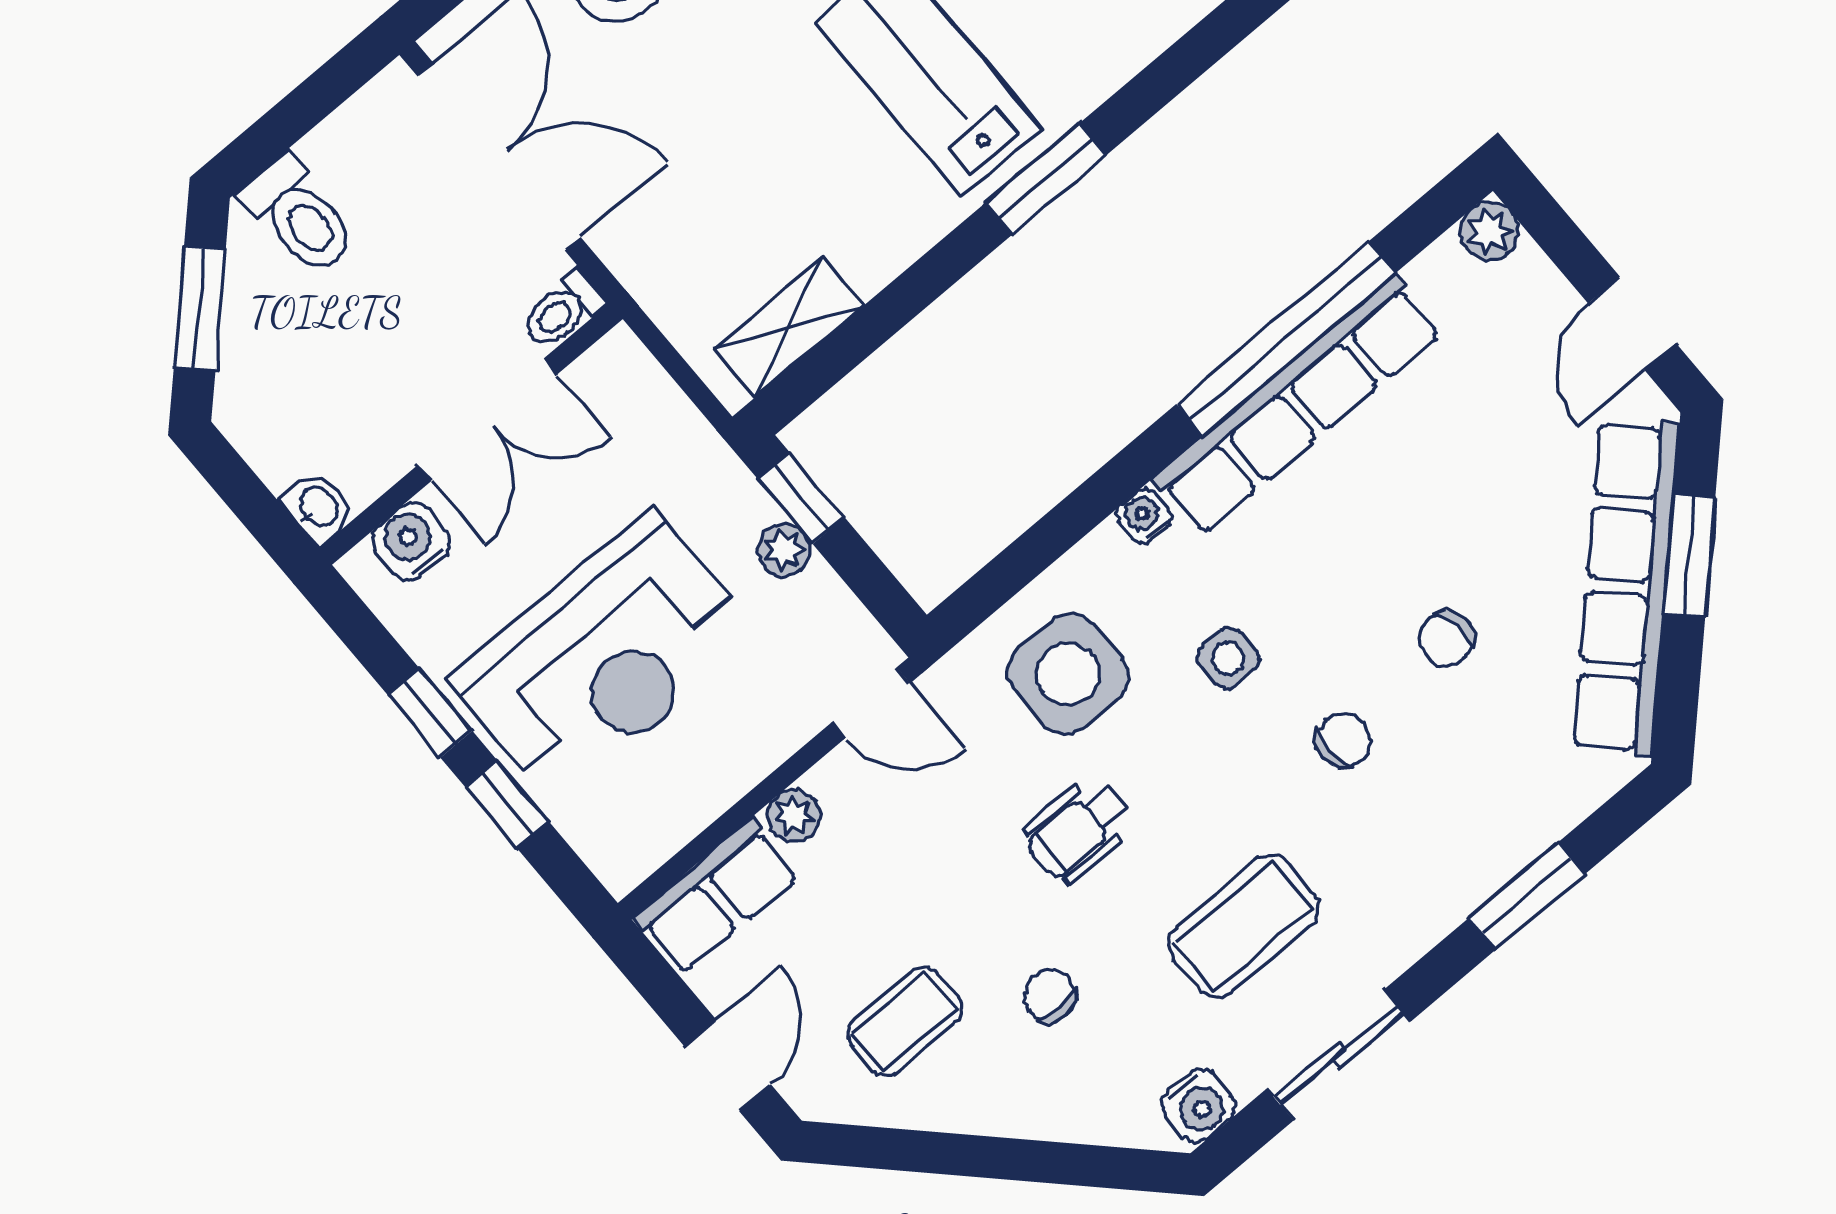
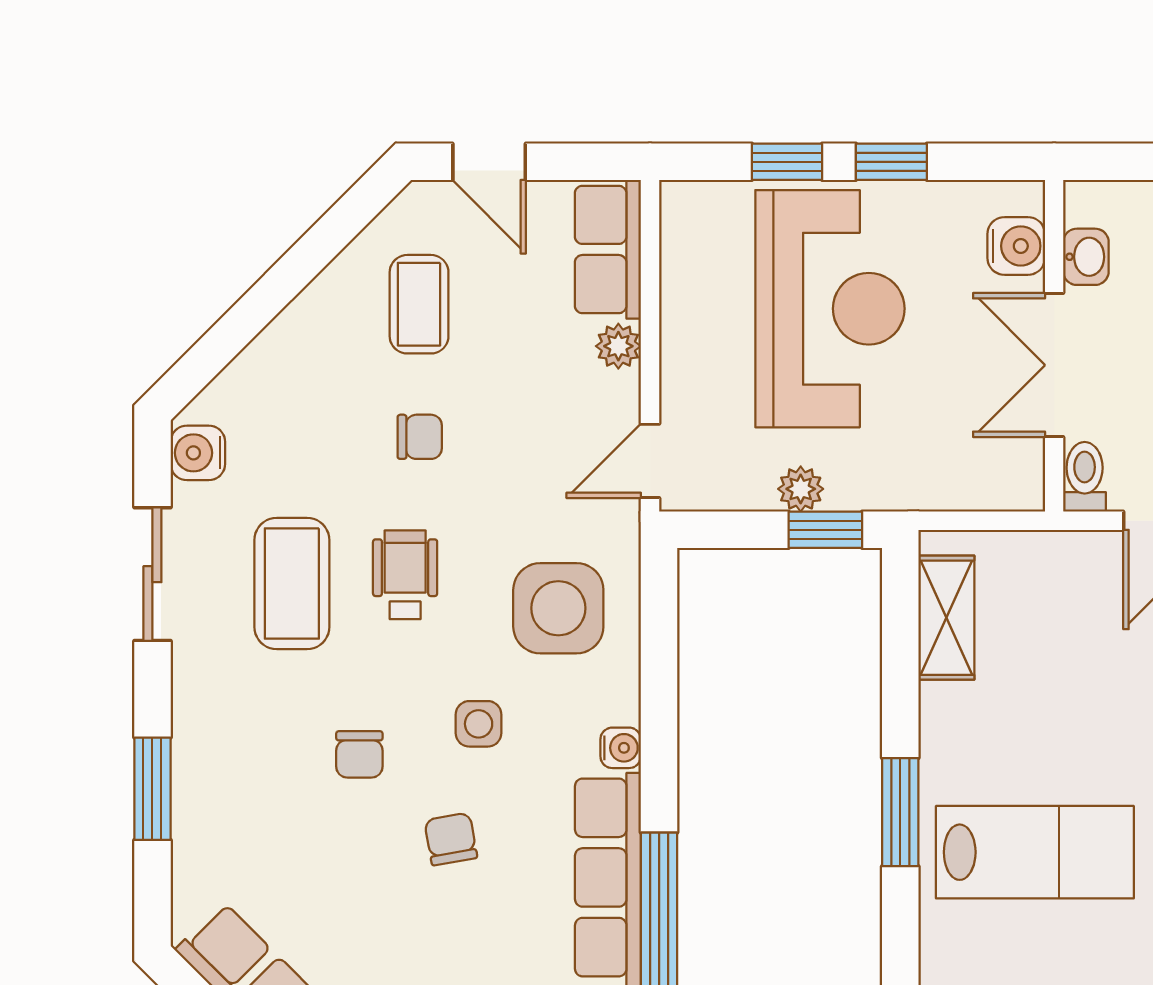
window: (1046, 179) -> (900, 812), moved
washbasin: (318, 507) -> (1086, 257), moved, turned -90
chair: (1446, 639) -> (451, 839), moved
reception desk: (604, 658) -> (830, 309), turned 180
wheelchair: (1079, 830) -> (405, 575), moved
chair: (1050, 996) -> (420, 437), moved

